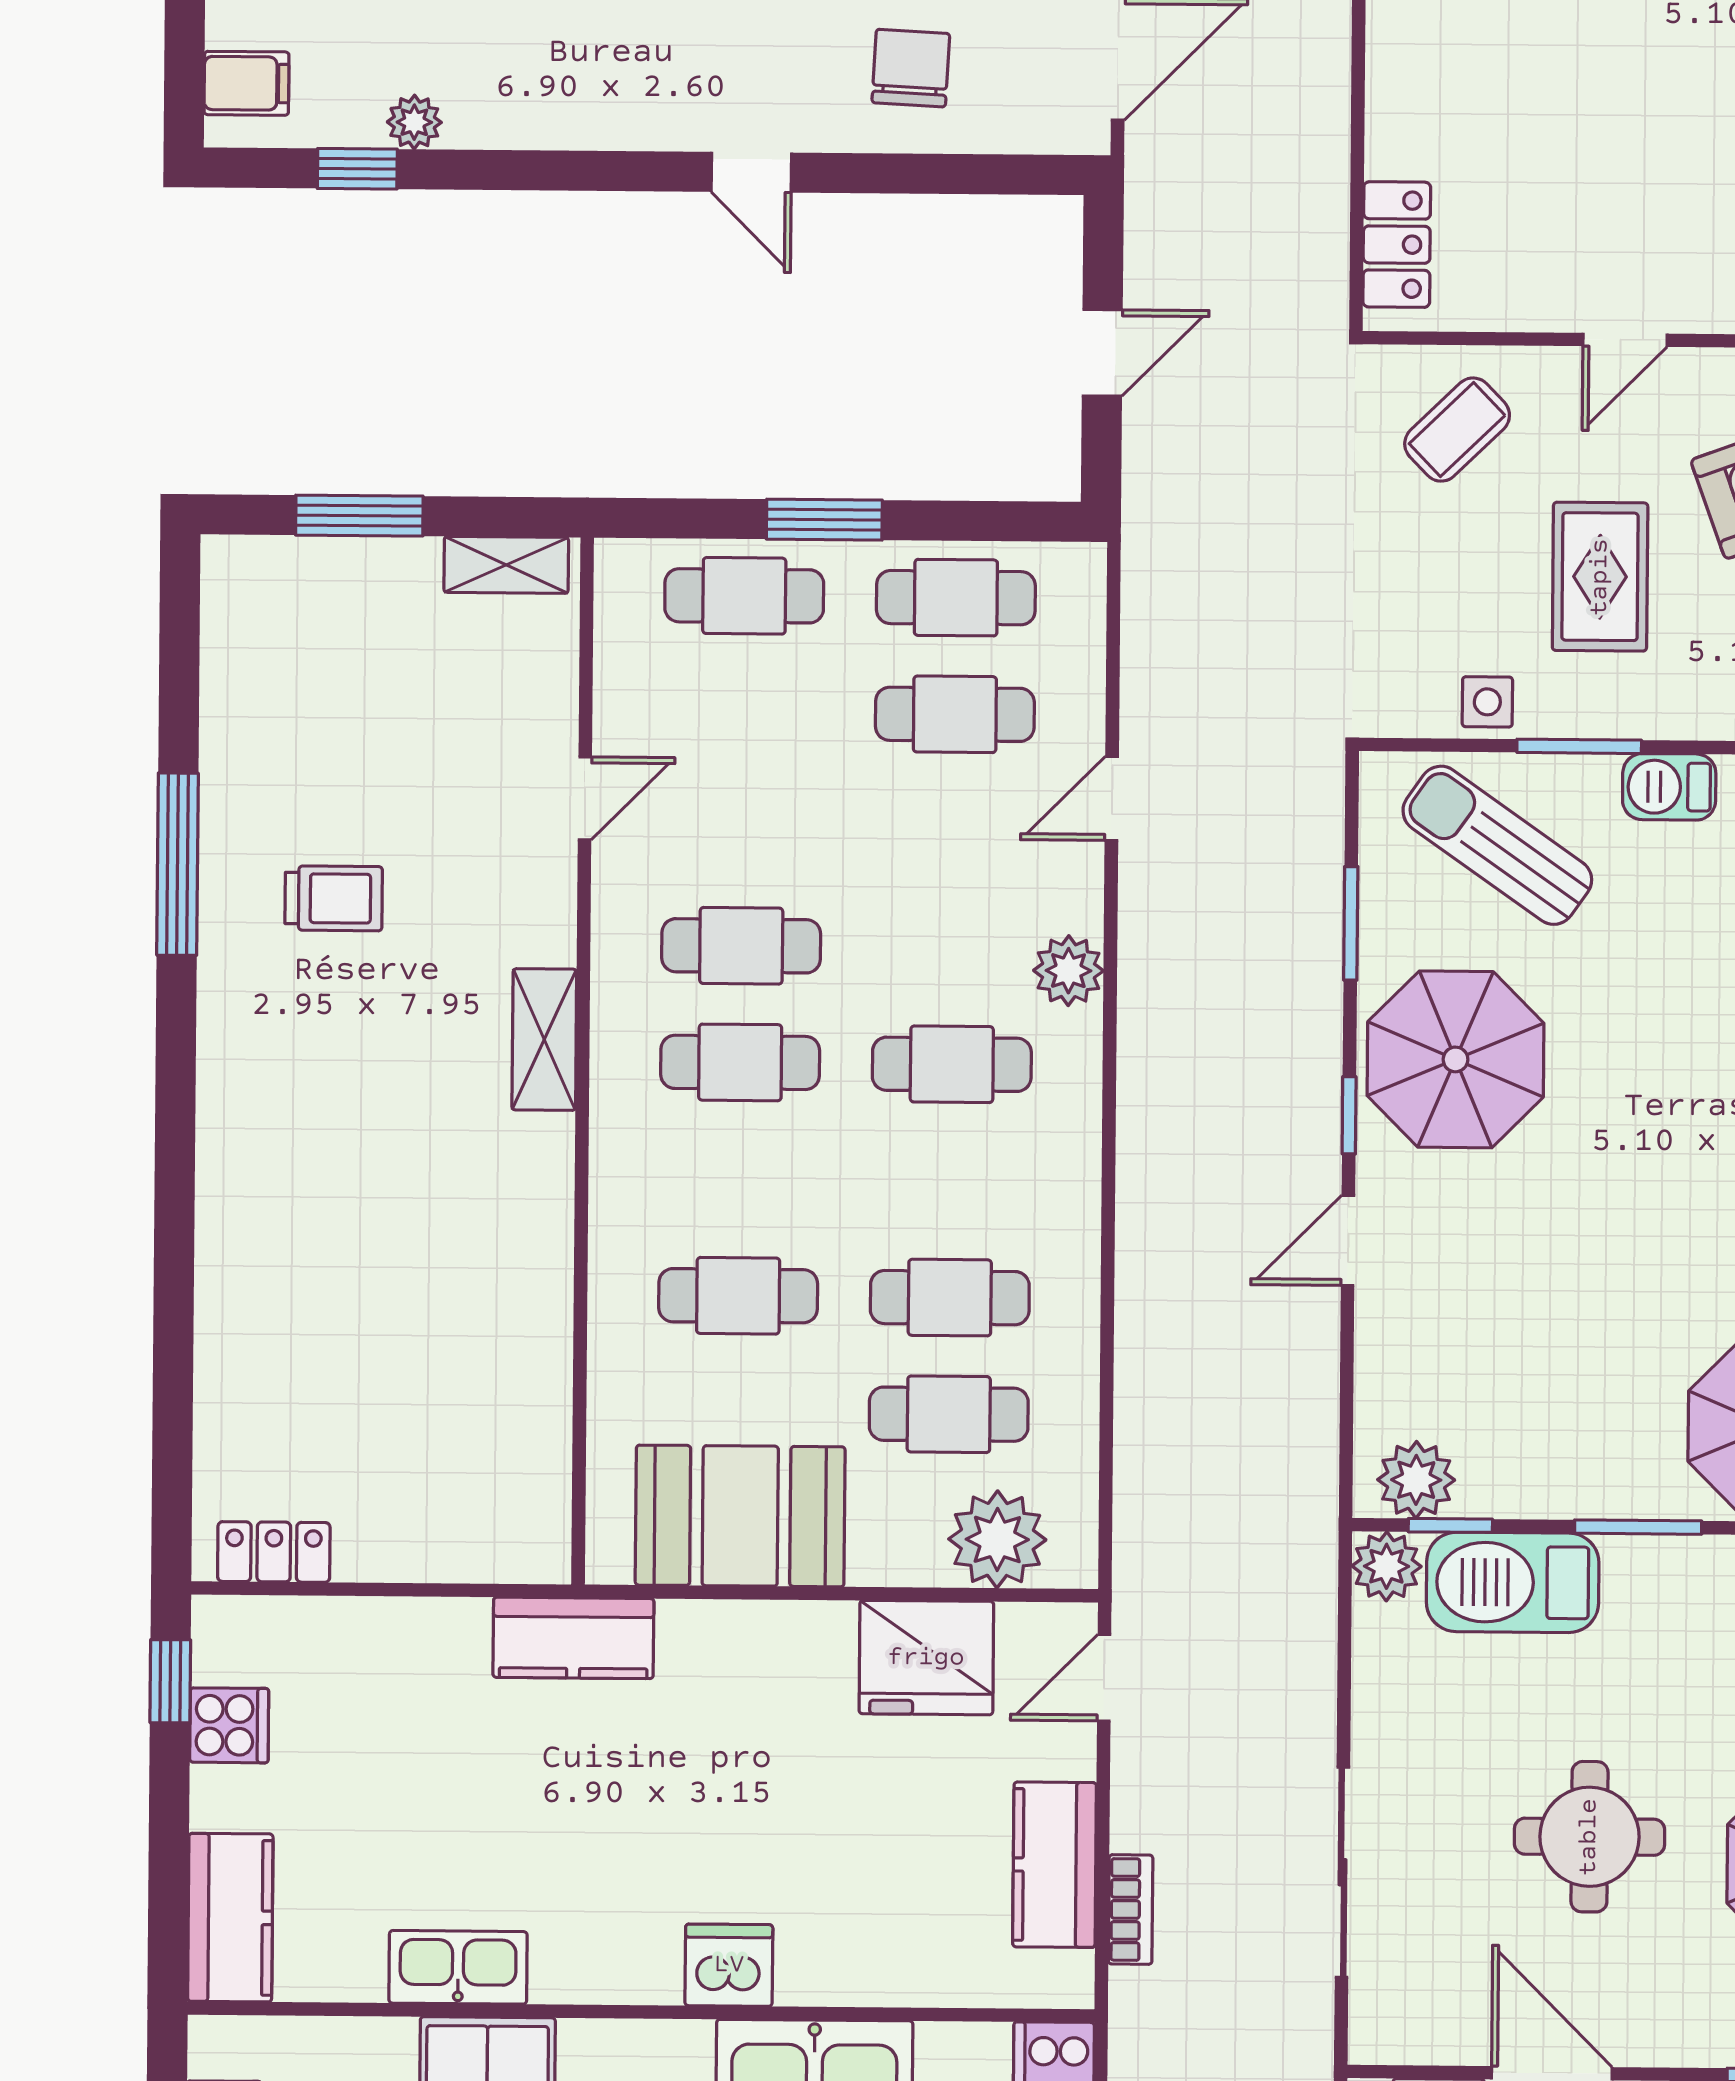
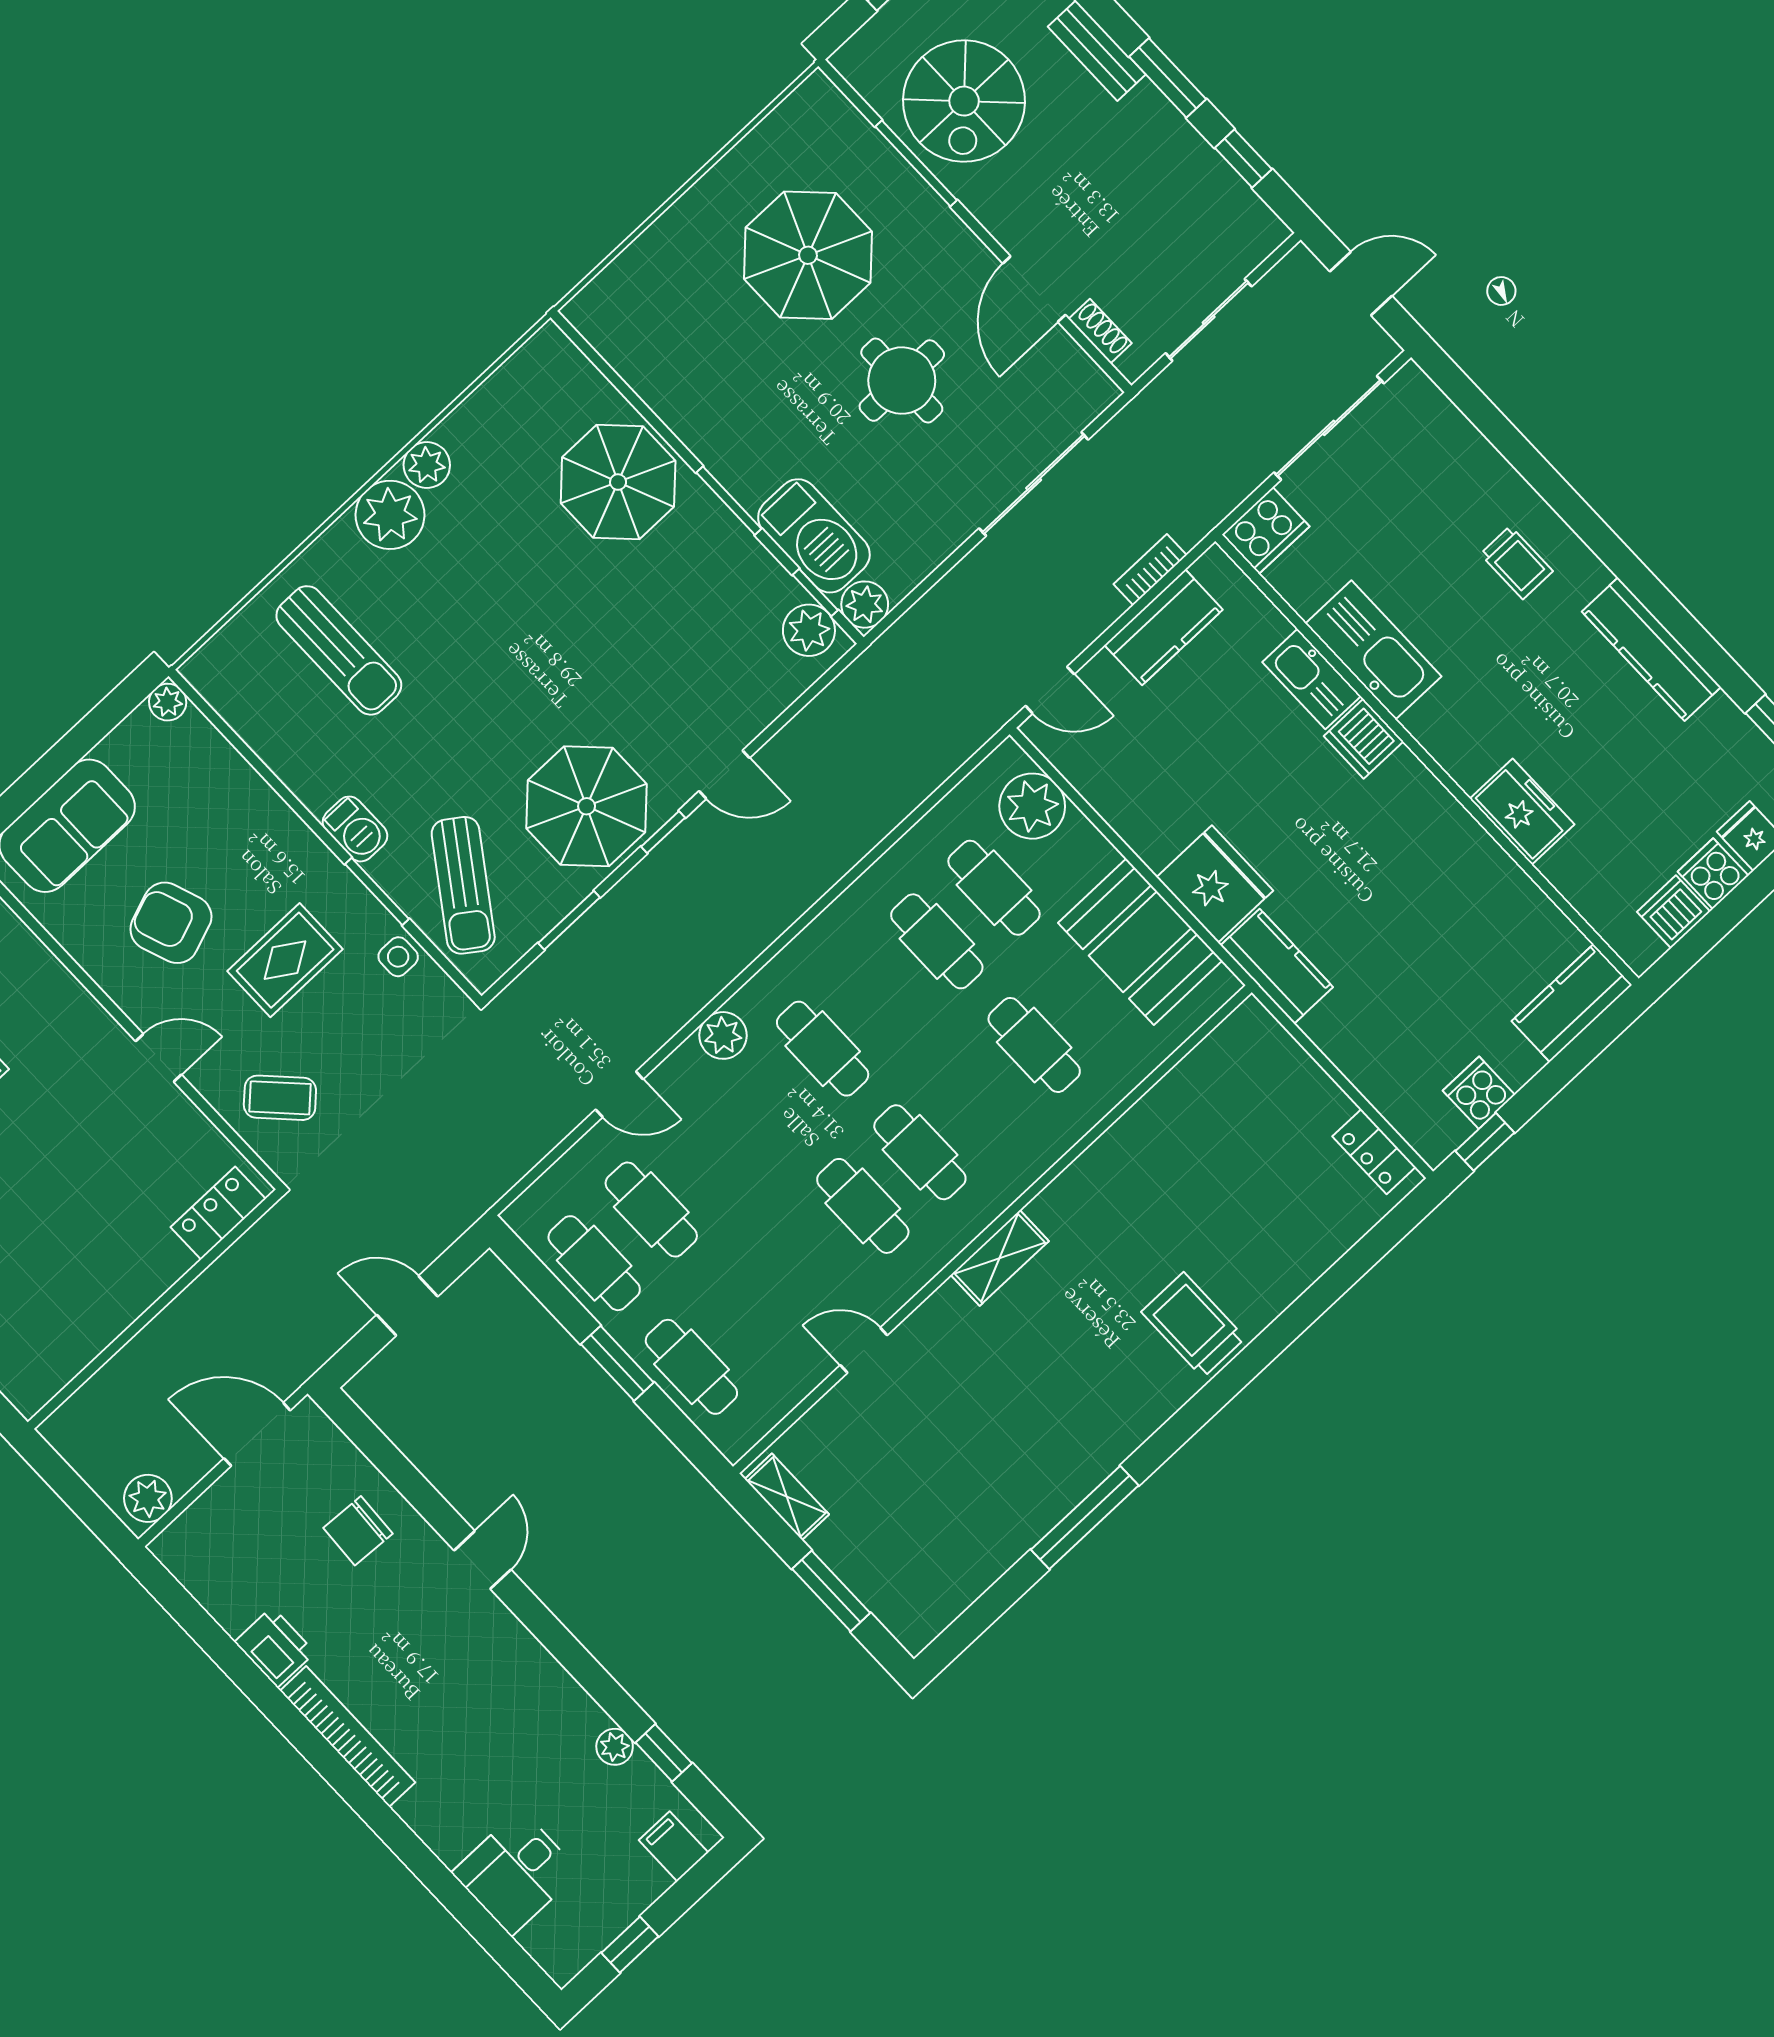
trolley: (334, 898) -> (1193, 1325), moved, width x1.36, depth x1.39
fridge: (926, 1658) -> (1215, 884), moved
kitchen sink: (458, 1967) -> (1312, 679), moved

